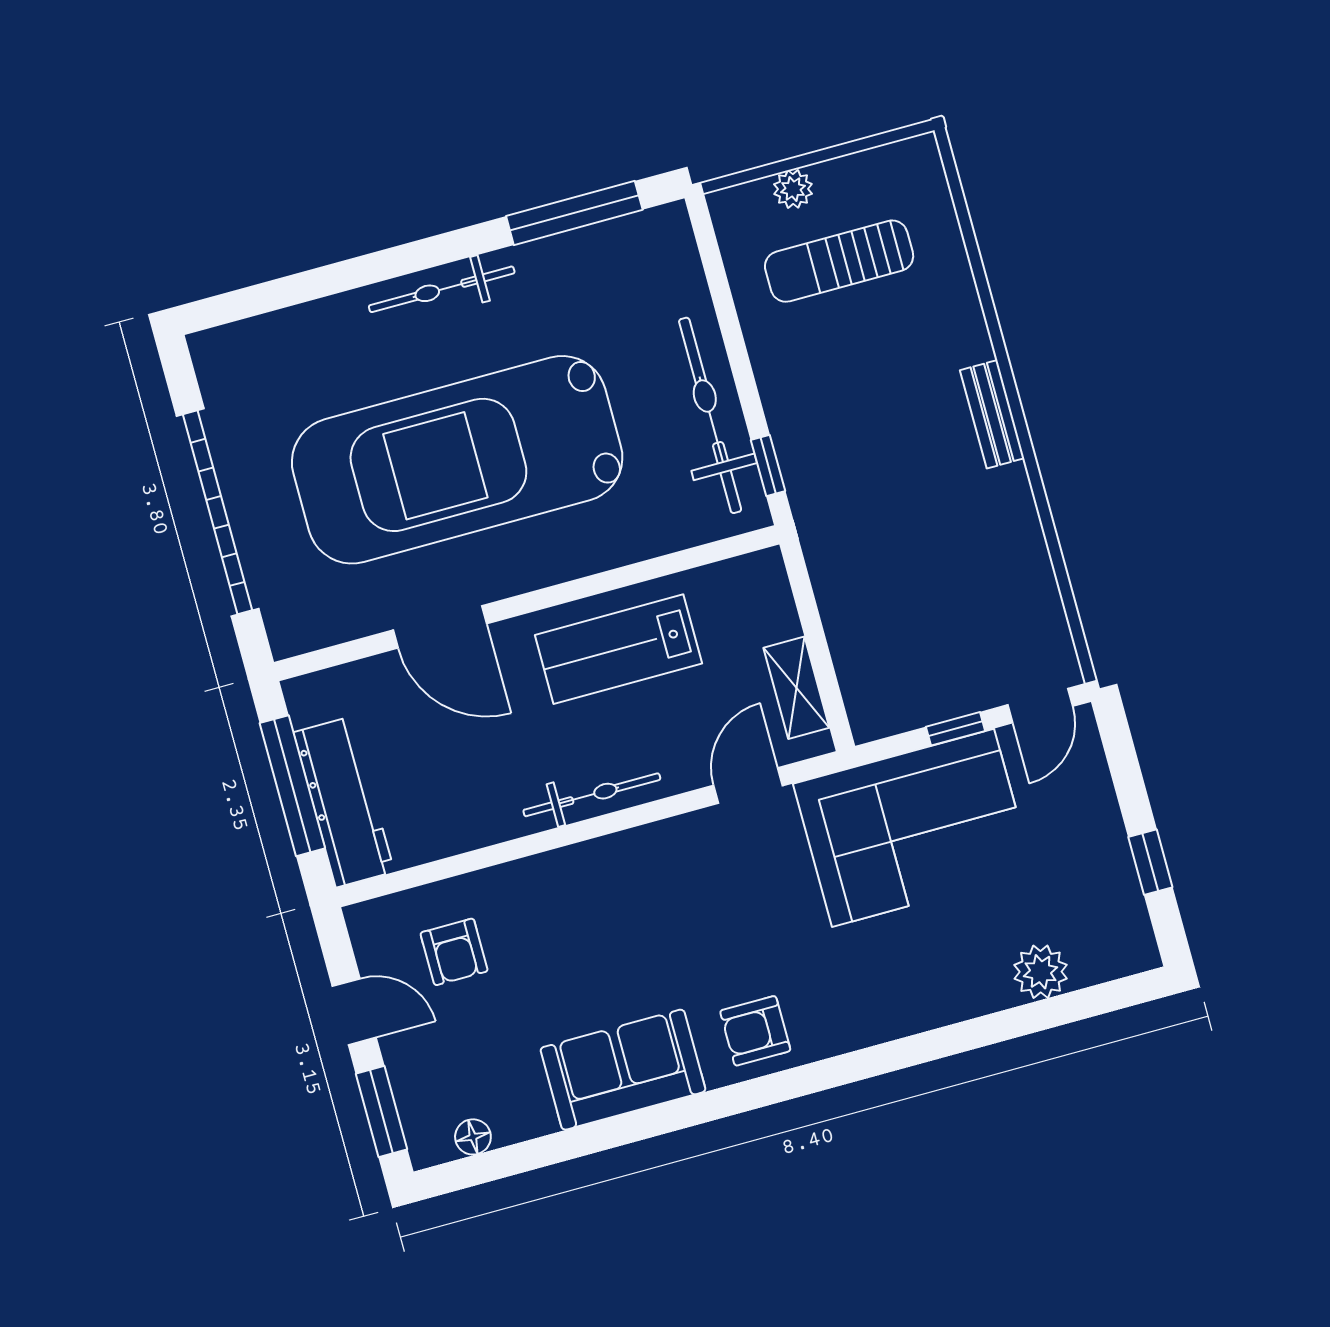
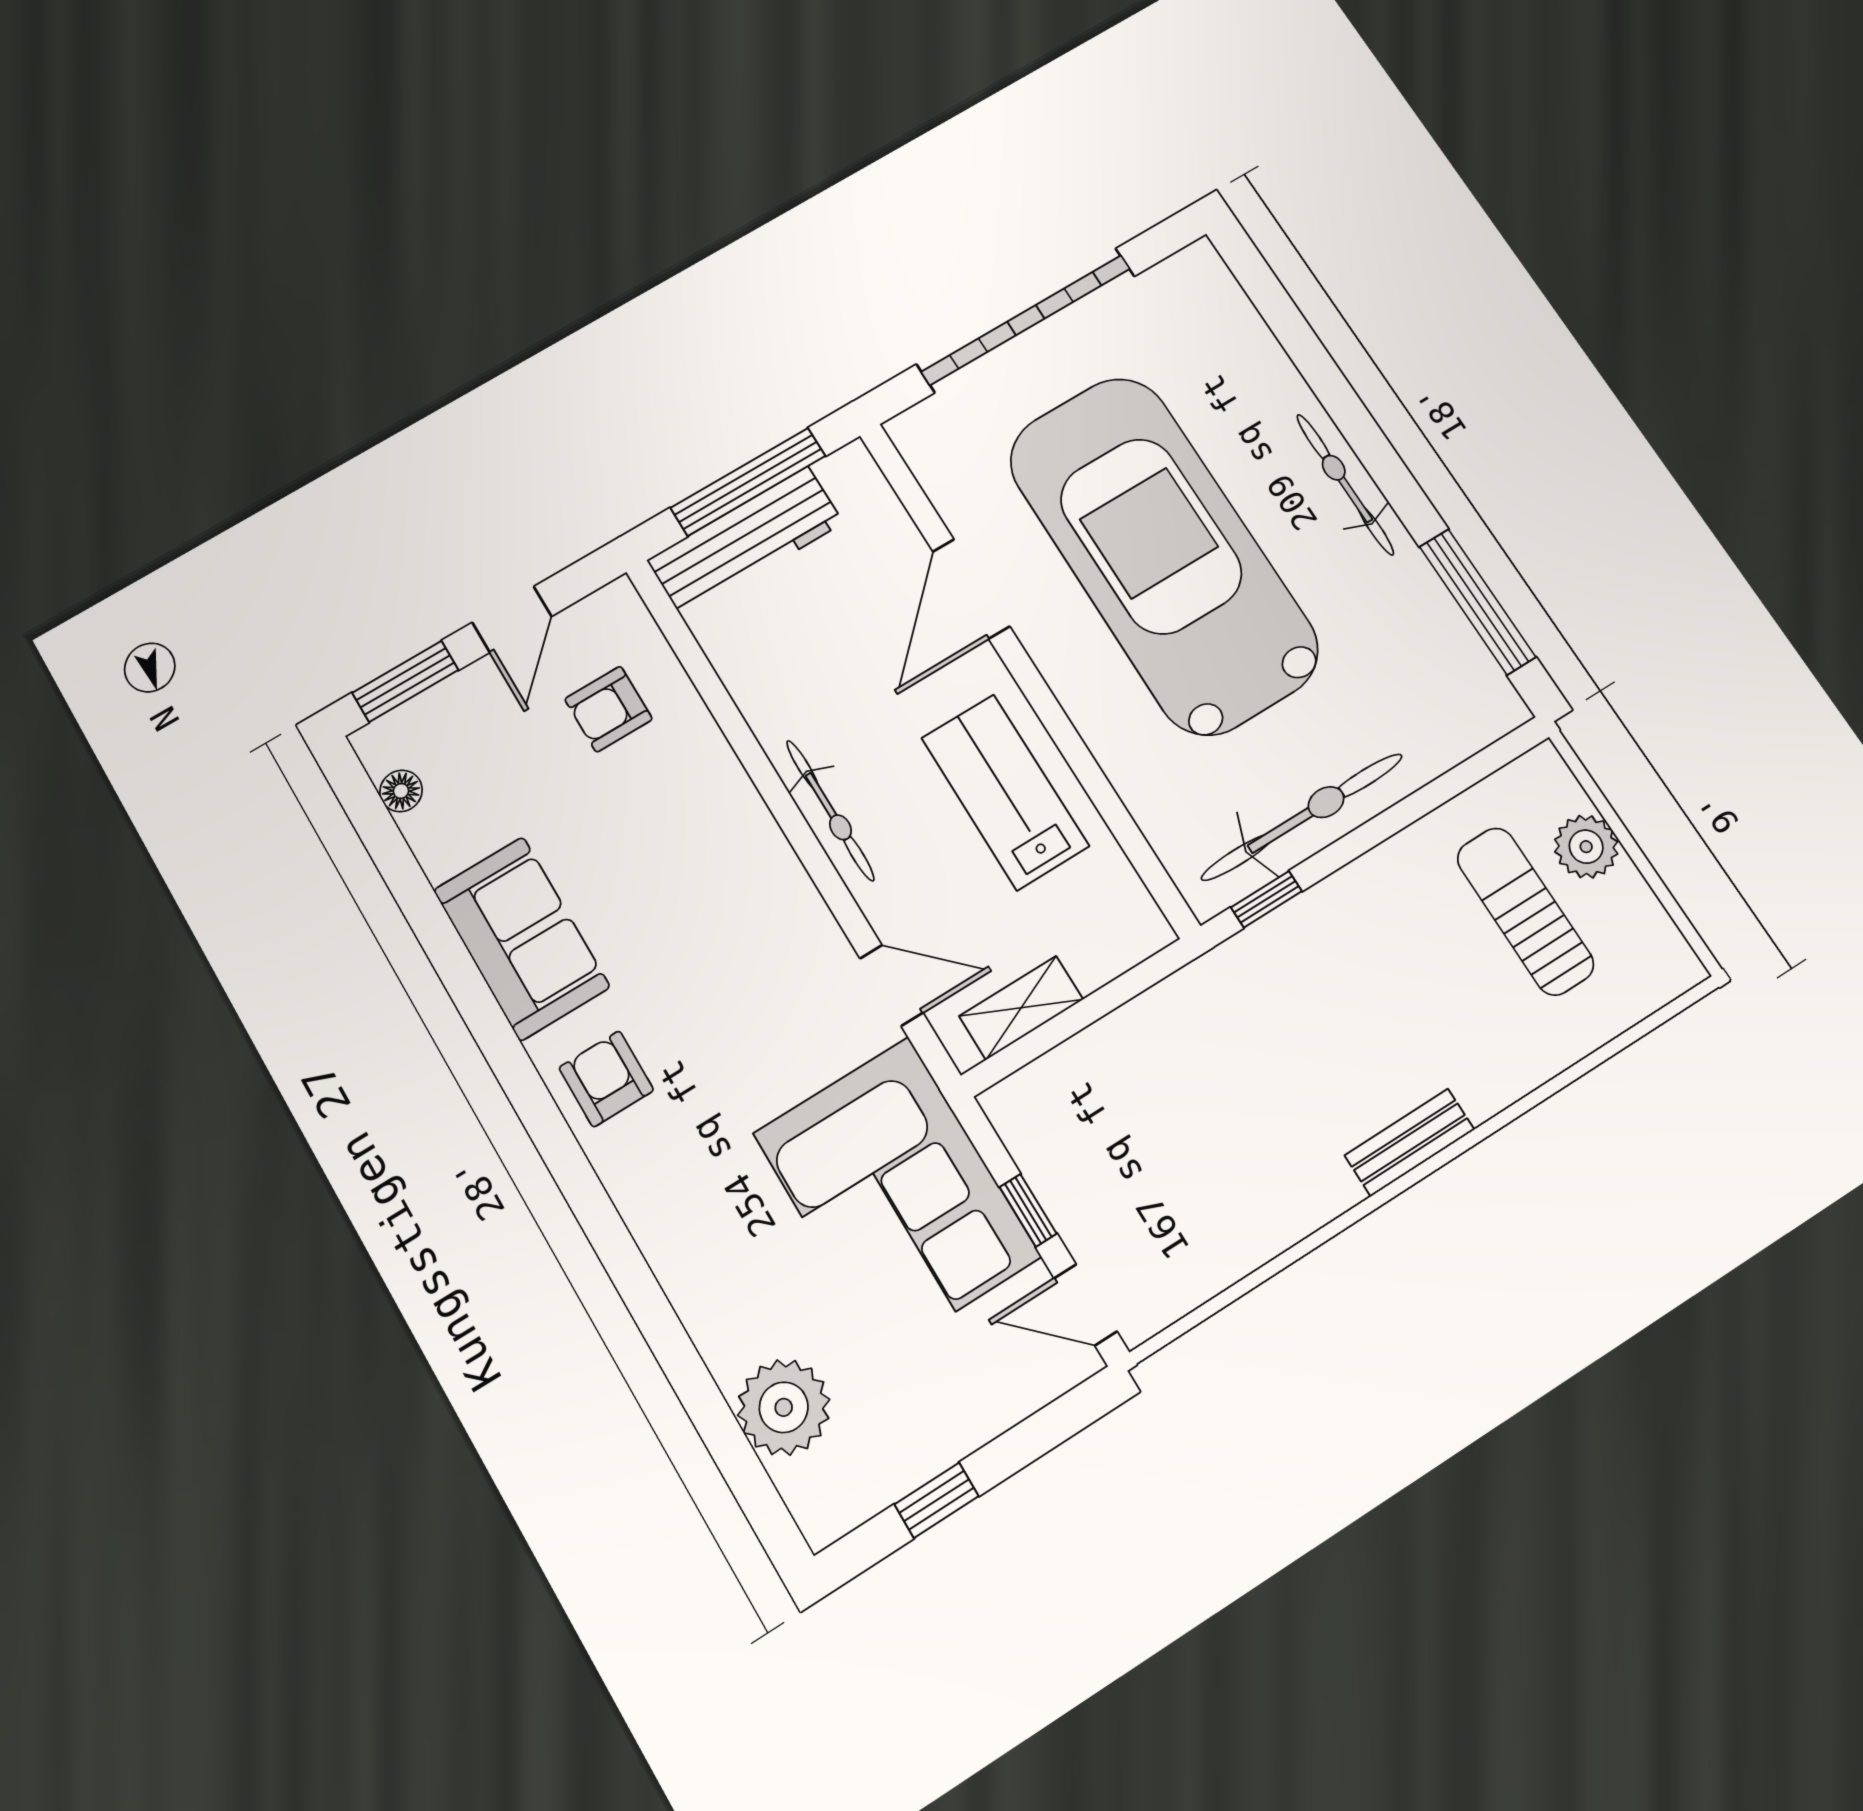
plant: (793, 189) -> (1586, 847), width x1.38, depth x1.38
plant: (1041, 972) -> (784, 1407), width x1.36, depth x1.36

